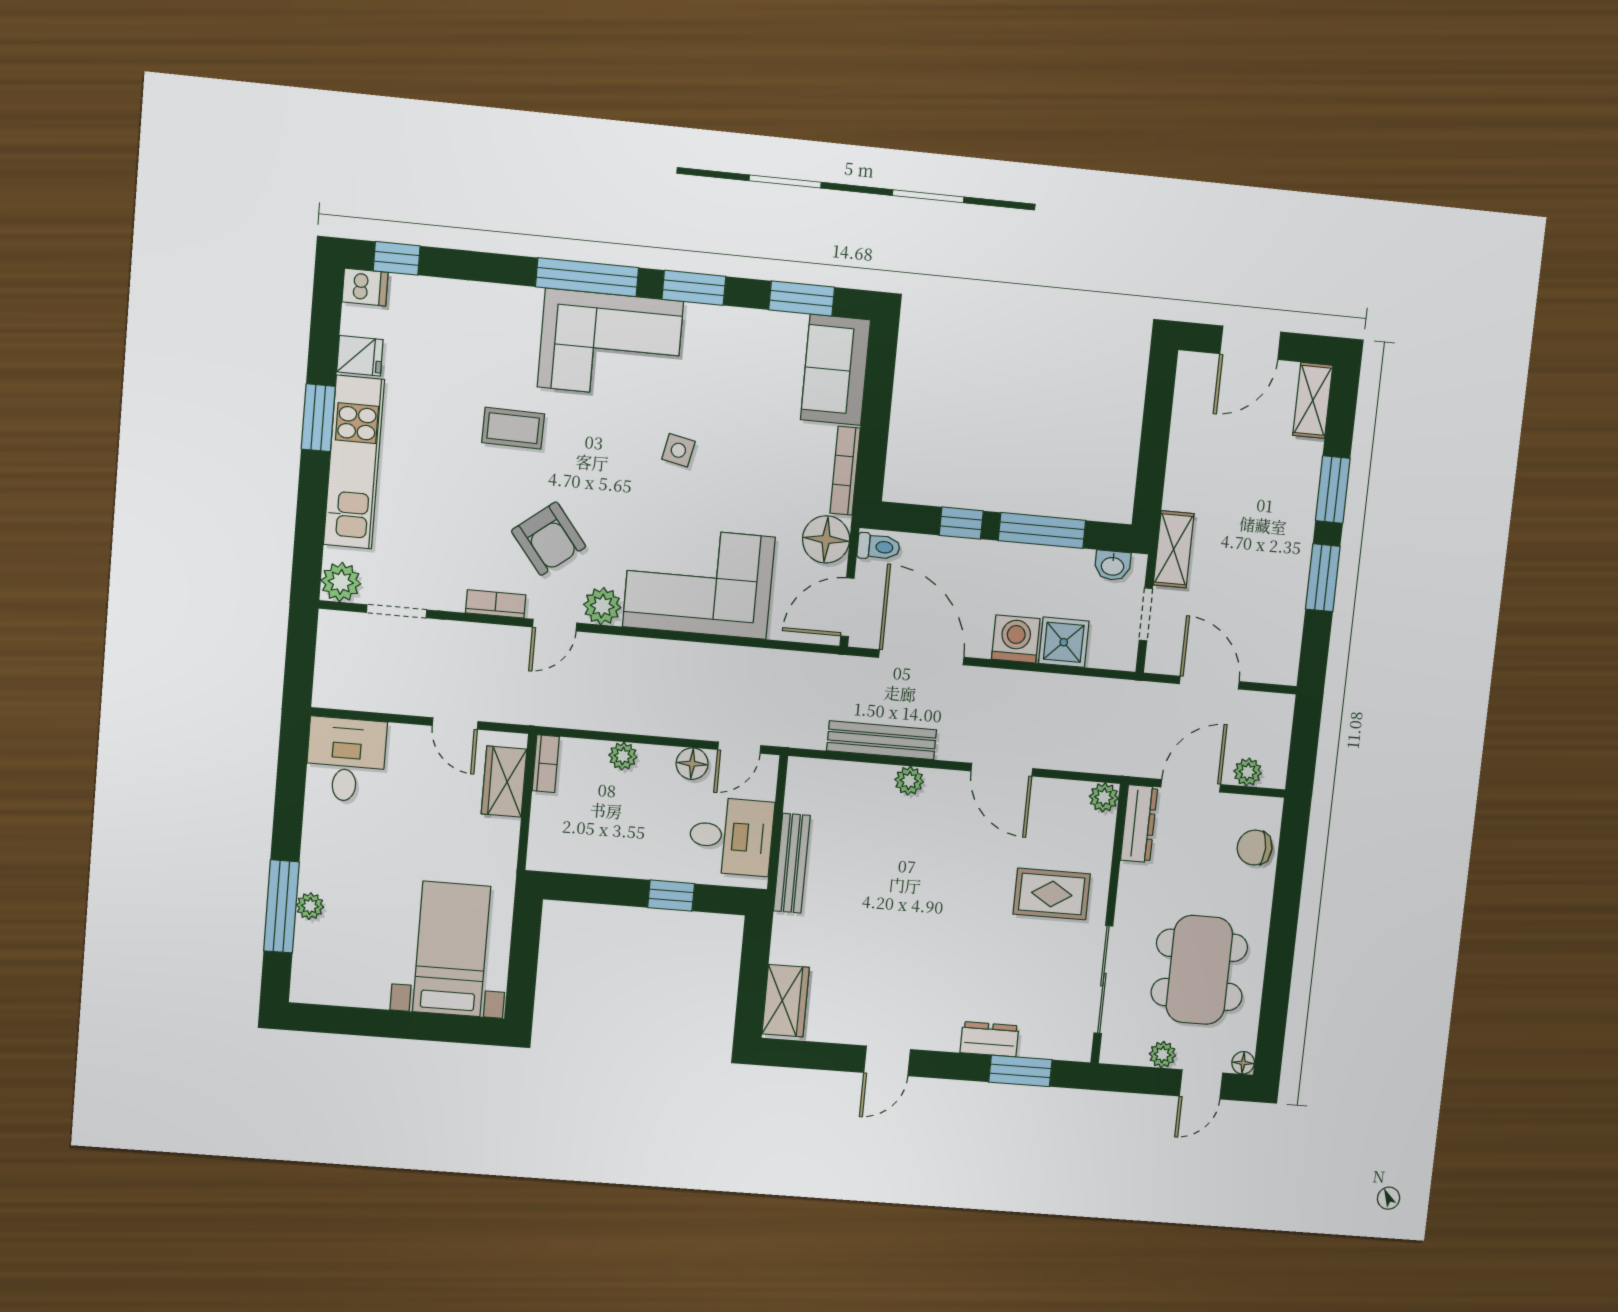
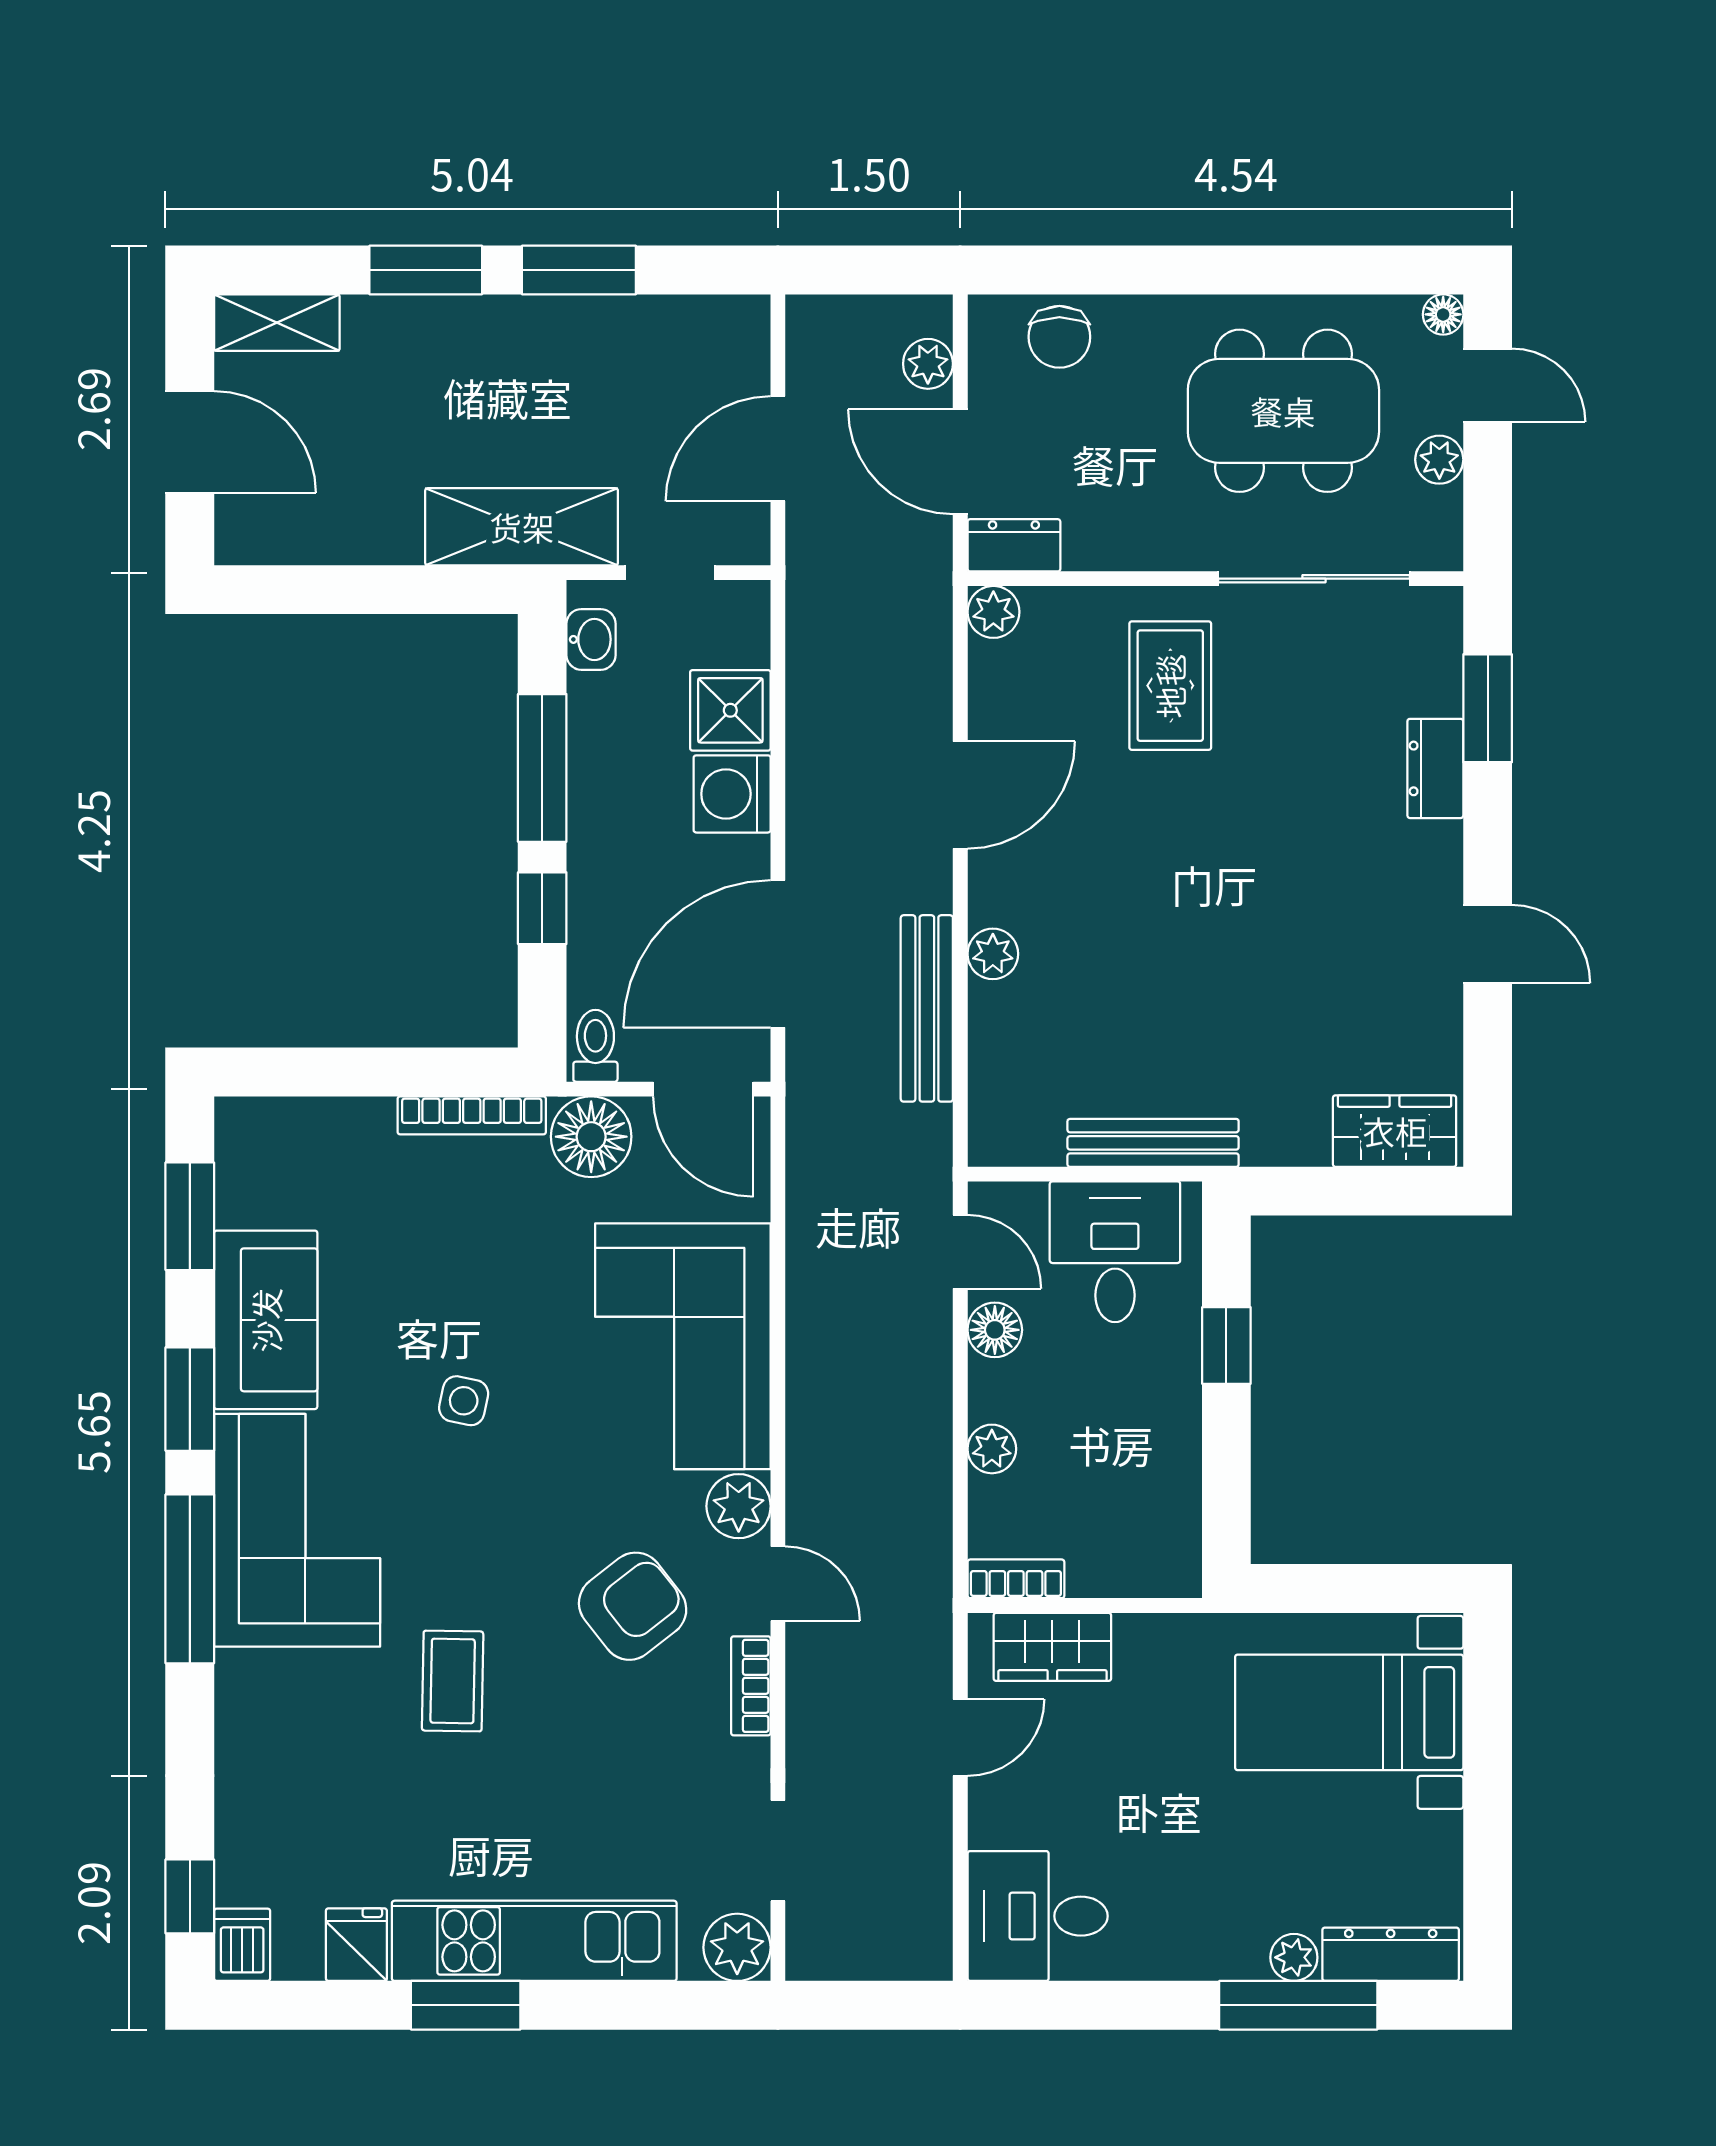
sofa: (835, 370) -> (266, 1320), moved, turned -90
shelving: (1174, 549) -> (522, 527), width x1.50, depth x1.33
dresser: (1139, 824) -> (1014, 545), width x0.70
dresser: (308, 962) -> (1391, 1954), added

